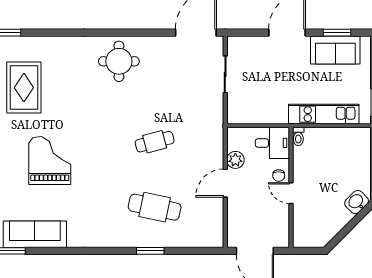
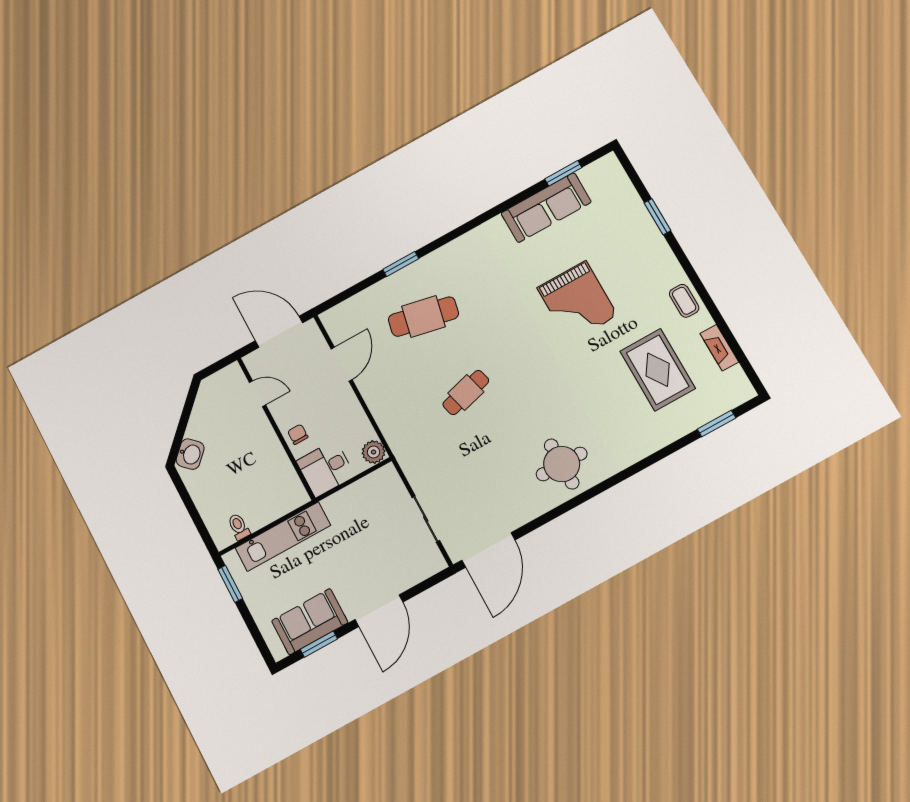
toilet: (298, 137) -> (239, 527), moved
plant: (235, 160) -> (374, 452), moved
door: (225, 183) -> (342, 364), moved
door: (291, 193) -> (257, 394), moved

